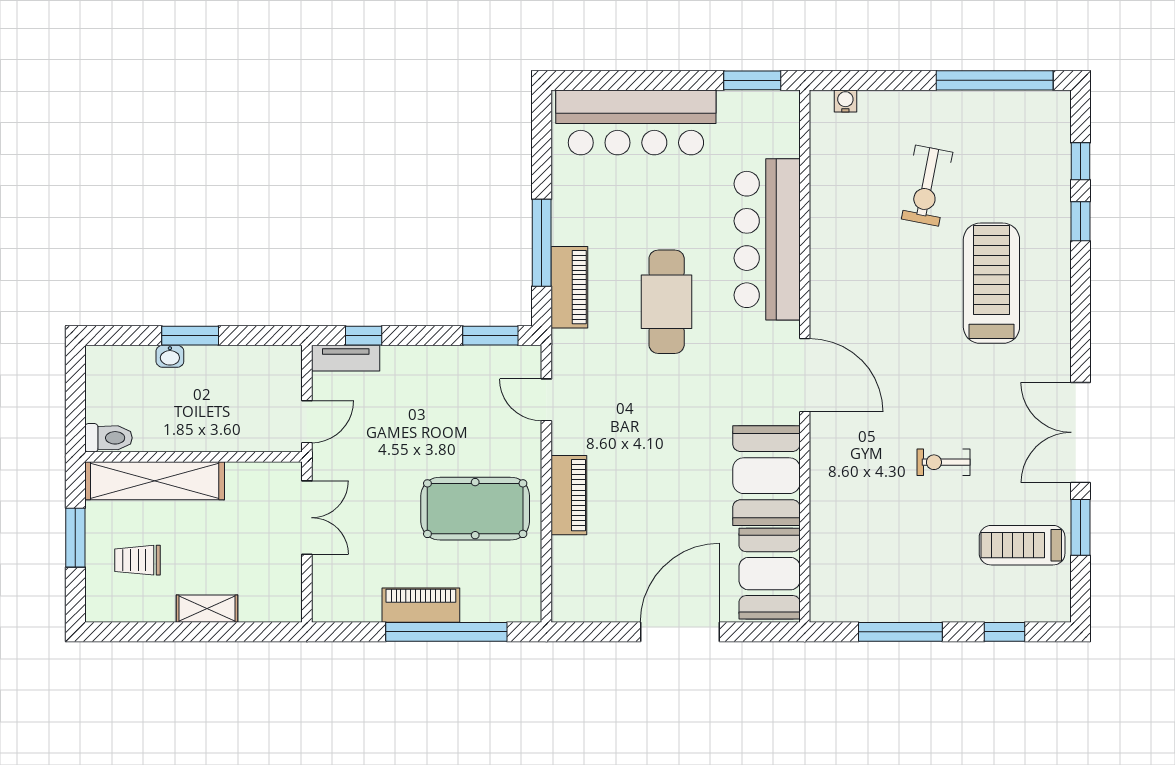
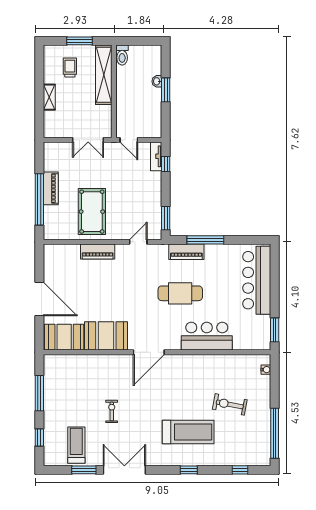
window: (1080, 221) -> (189, 470), moved
bar counter: (767, 239) -> (207, 336), width x0.73

